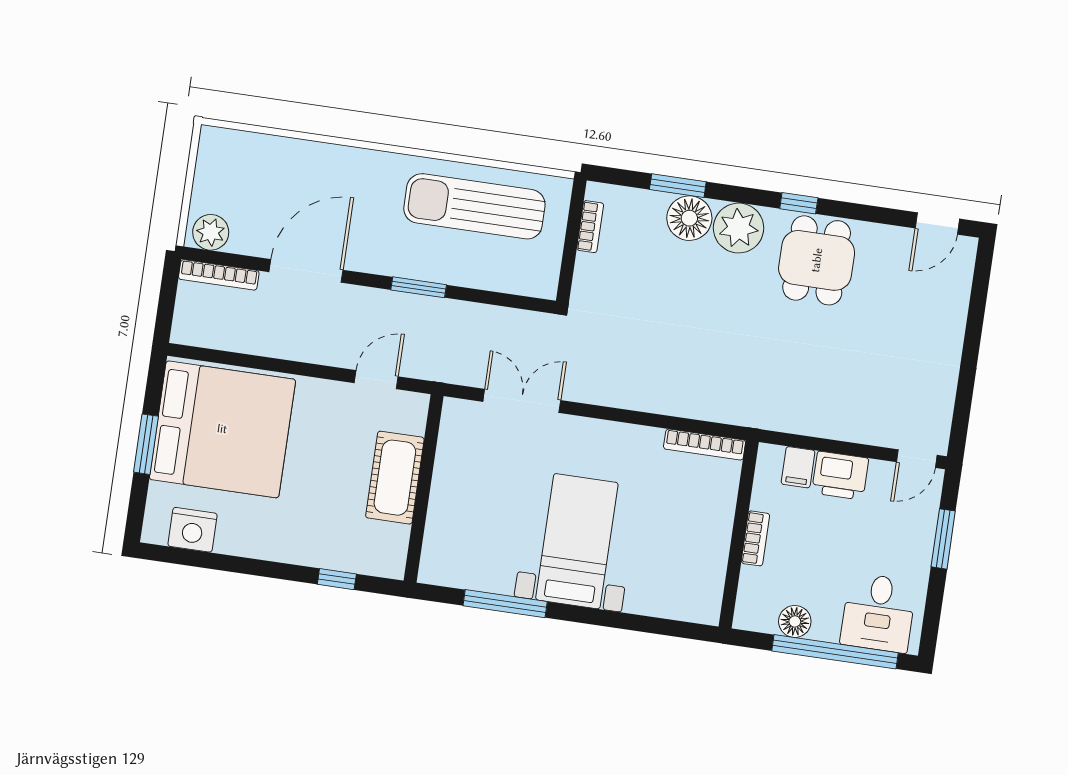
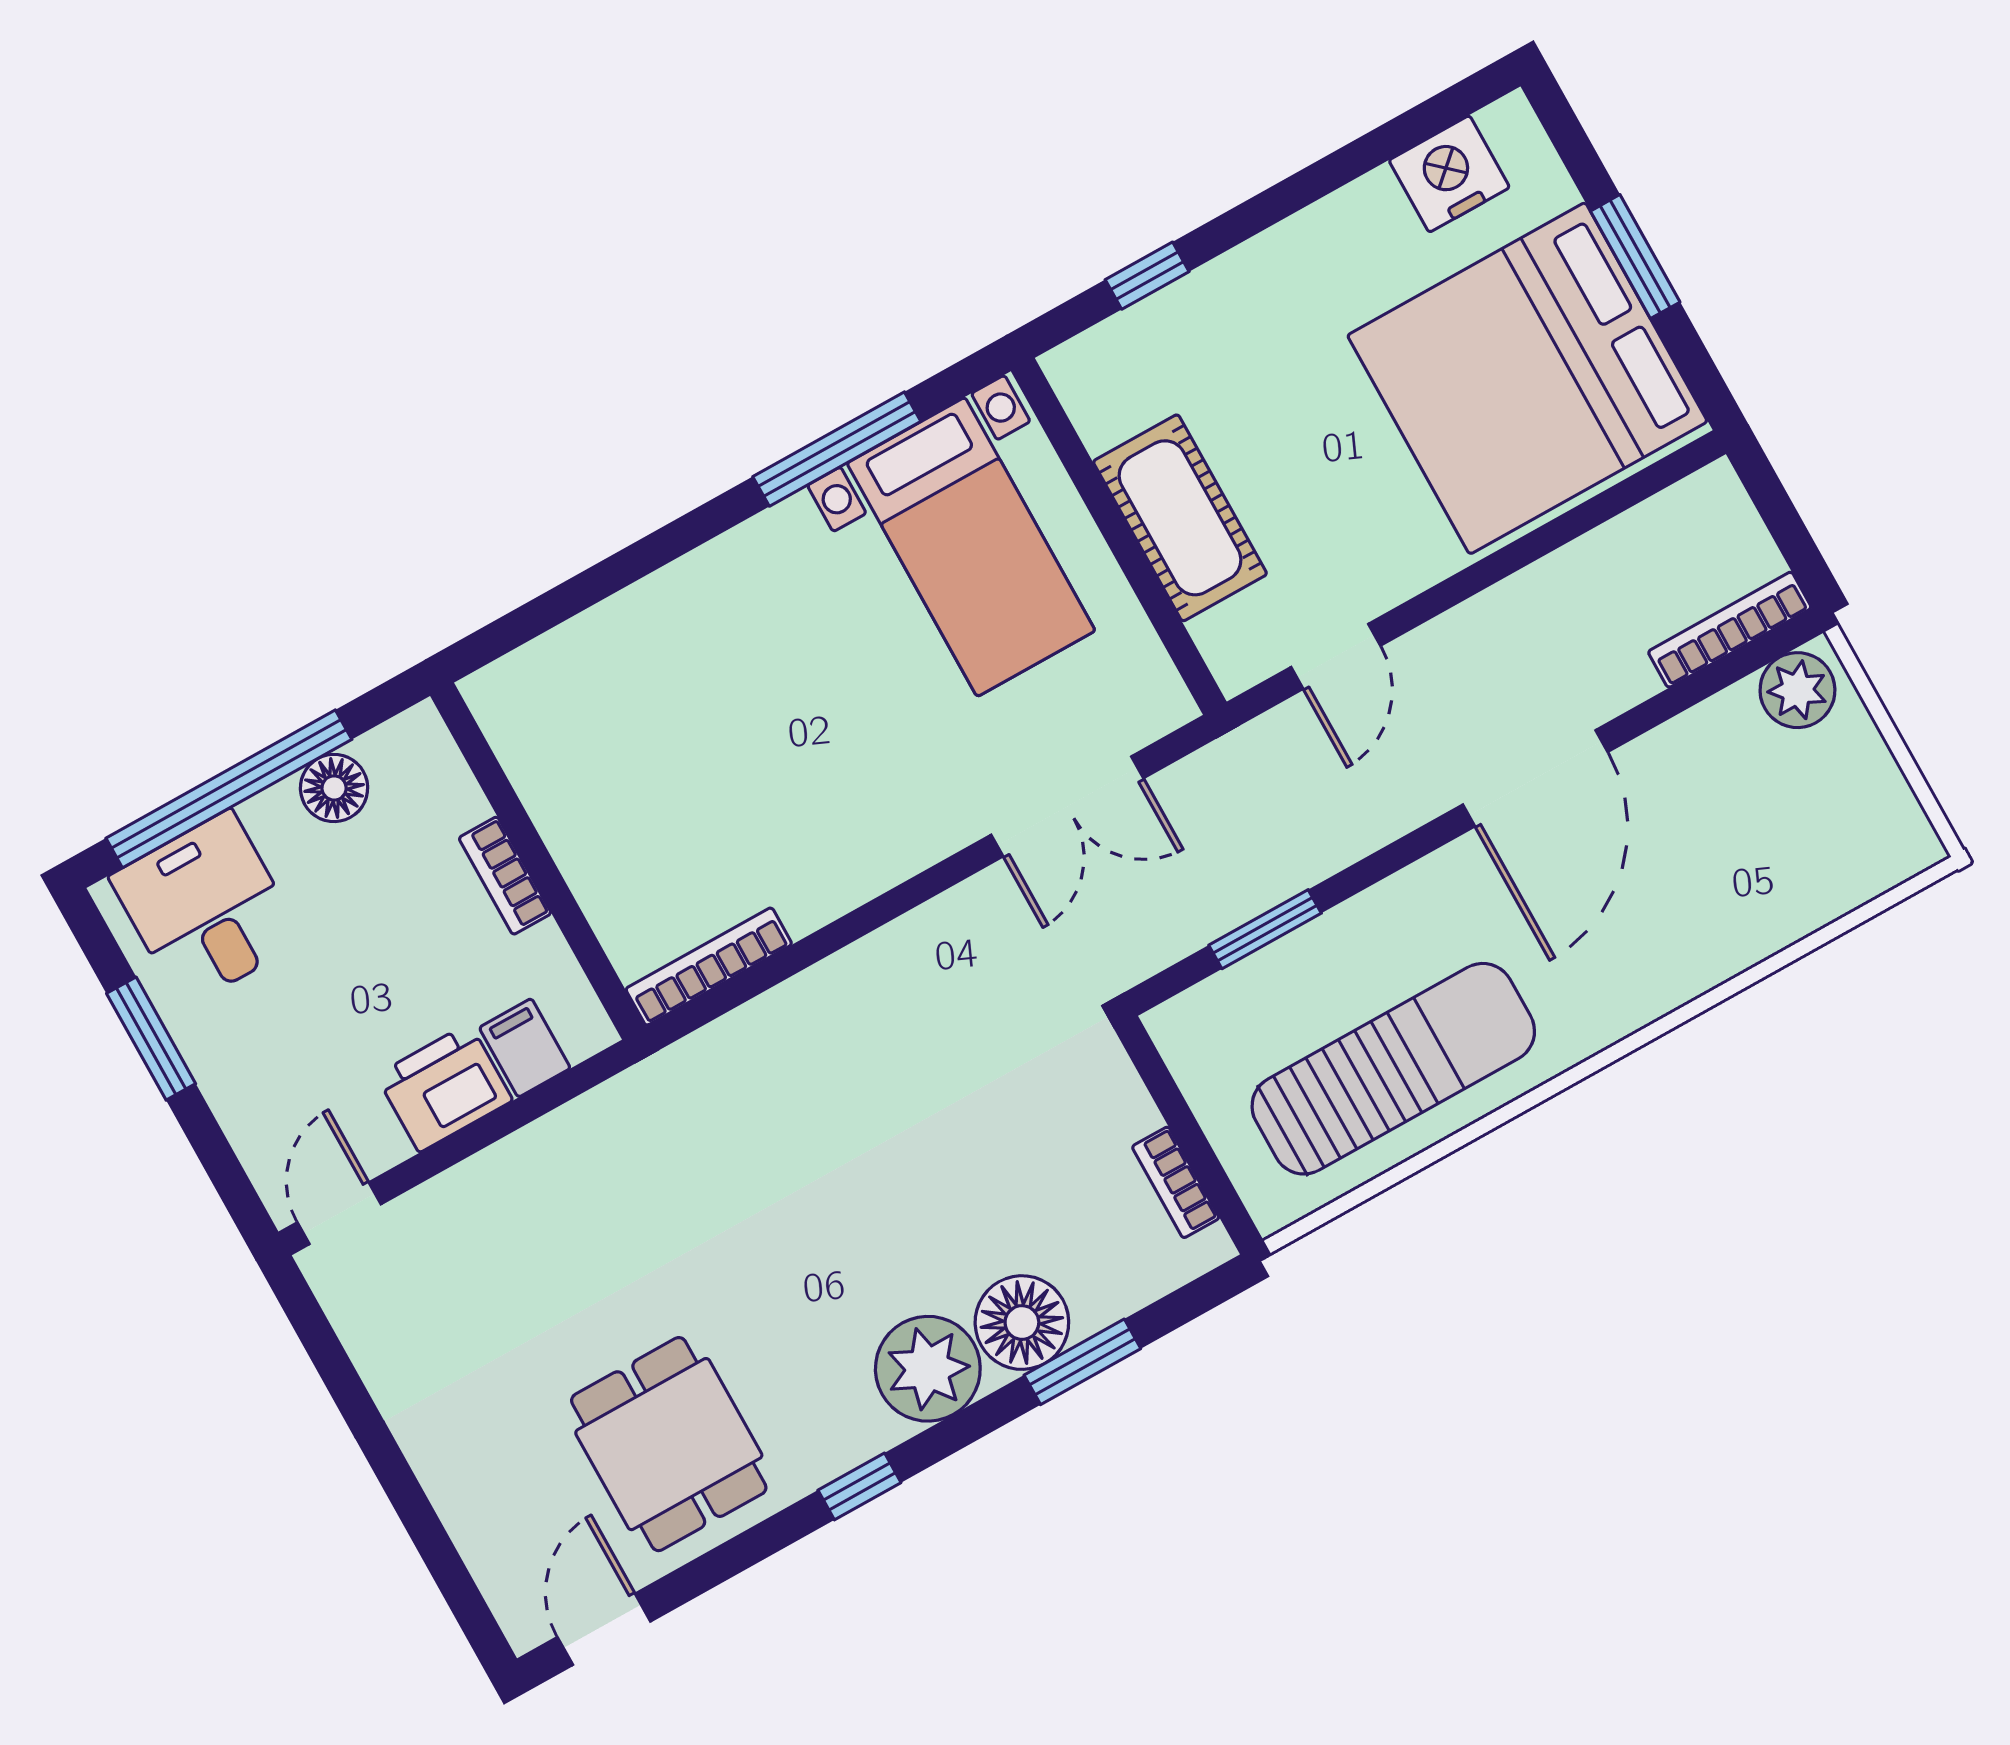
dining table: (817, 260) -> (669, 1444), moved
door: (306, 271) -> (1535, 778), moved
window: (419, 287) -> (1265, 929), moved
window: (943, 539) -> (151, 1039), moved
bed with nightstands: (577, 541) -> (971, 547), moved

